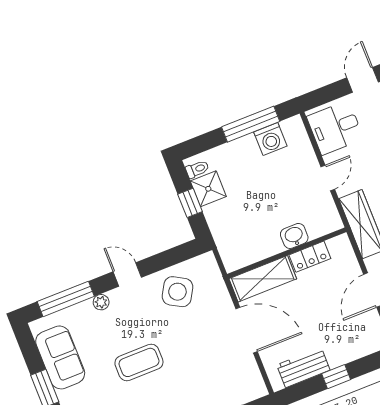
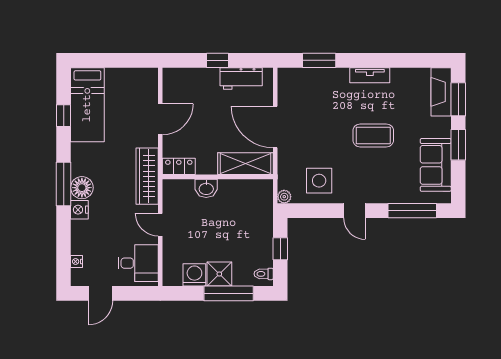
window: (251, 124) -> (229, 293), moved
door: (328, 178) -> (160, 225), hinge flipped
shower: (208, 189) -> (219, 274), moved
locker: (310, 257) -> (179, 166), moved
side table: (177, 292) -> (319, 181), turned -30
plant: (101, 302) -> (284, 197), moved

